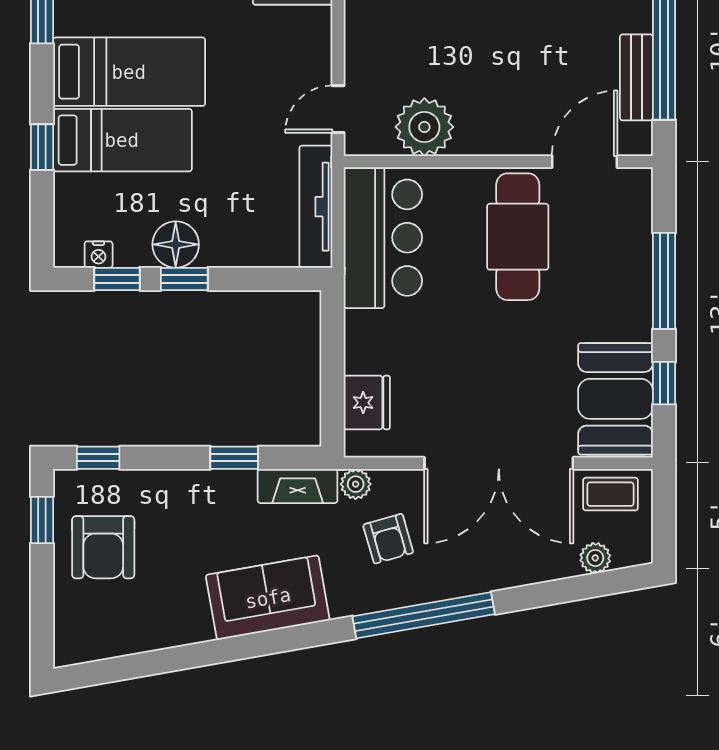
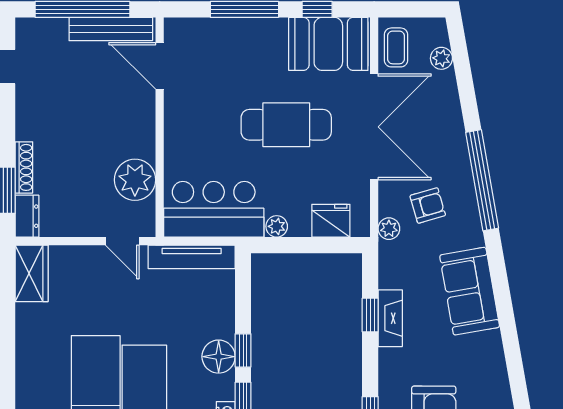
bench: (636, 77) -> (111, 29), width x1.36
cafe table: (518, 237) -> (286, 125), moved
plant: (359, 326) -> (277, 226), added
fireplace: (298, 486) -> (390, 318), moved

